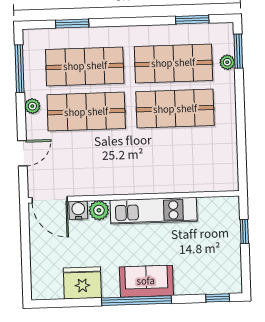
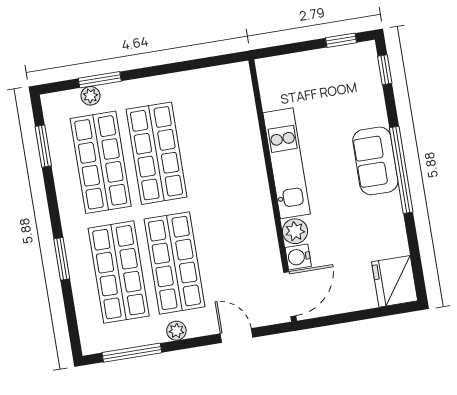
window: (72, 24) -> (62, 259), moved
window: (238, 51) -> (100, 80), moved
window: (244, 232) -> (341, 40), moved
fridge: (82, 283) -> (395, 281), moved

